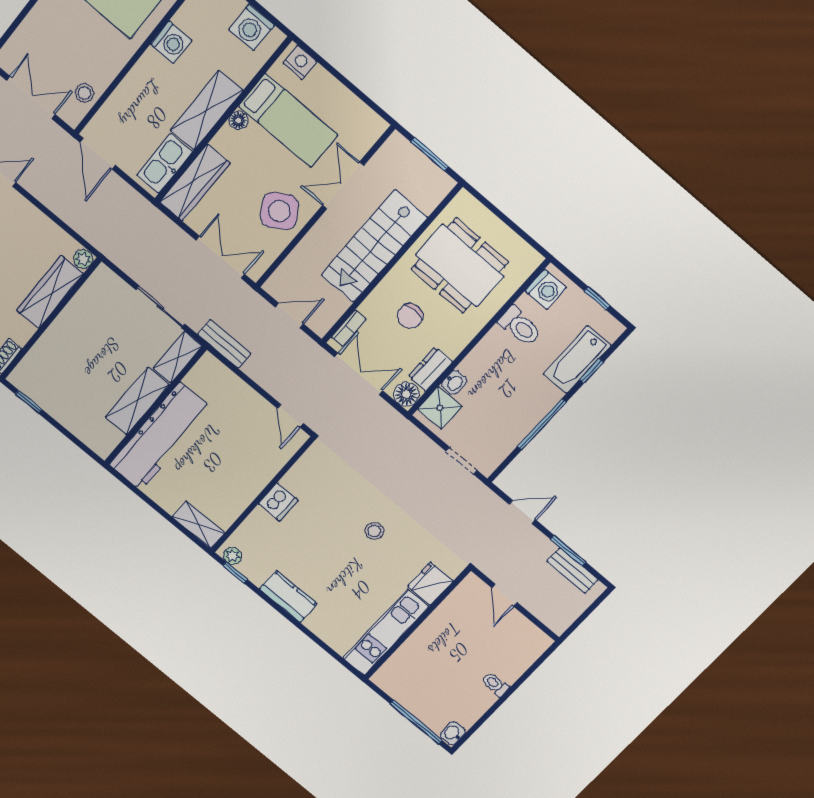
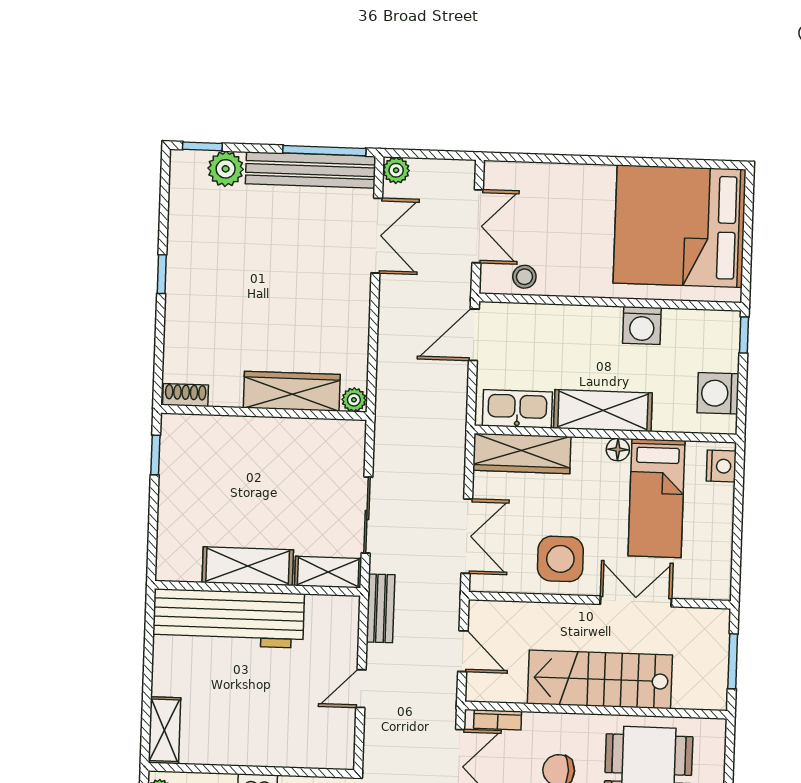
side table: (279, 211) -> (560, 559), turned 32
door: (290, 416) -> (361, 689), moved

